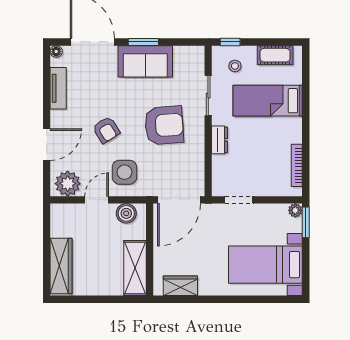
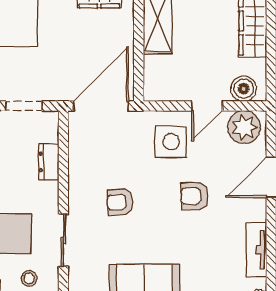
armchair: (164, 125) -> (120, 202), width x0.53, depth x0.53
armchair: (106, 130) -> (194, 196), turned -58
dresser: (220, 140) -> (49, 162), moved
boiler: (126, 213) -> (244, 89), moved

